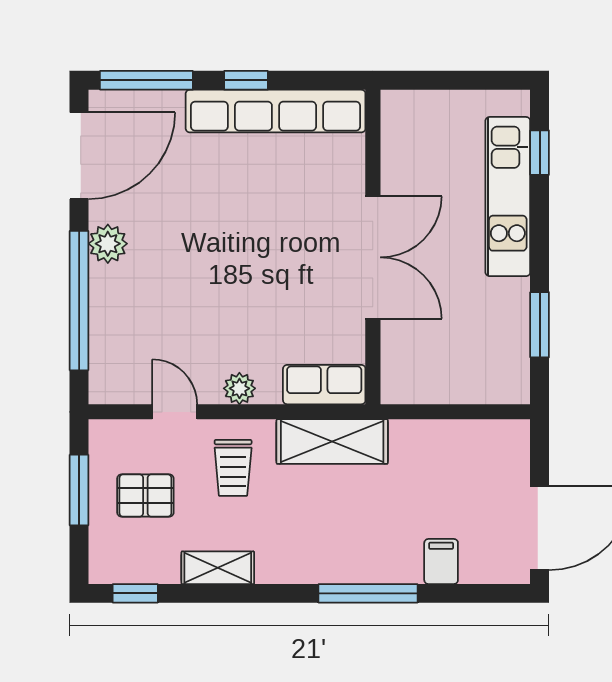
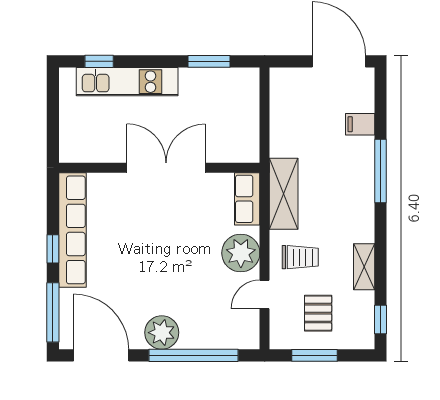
plant: (108, 244) -> (162, 333), width x1.36, depth x1.36
plant: (239, 388) -> (241, 253), width x1.87, depth x1.87

